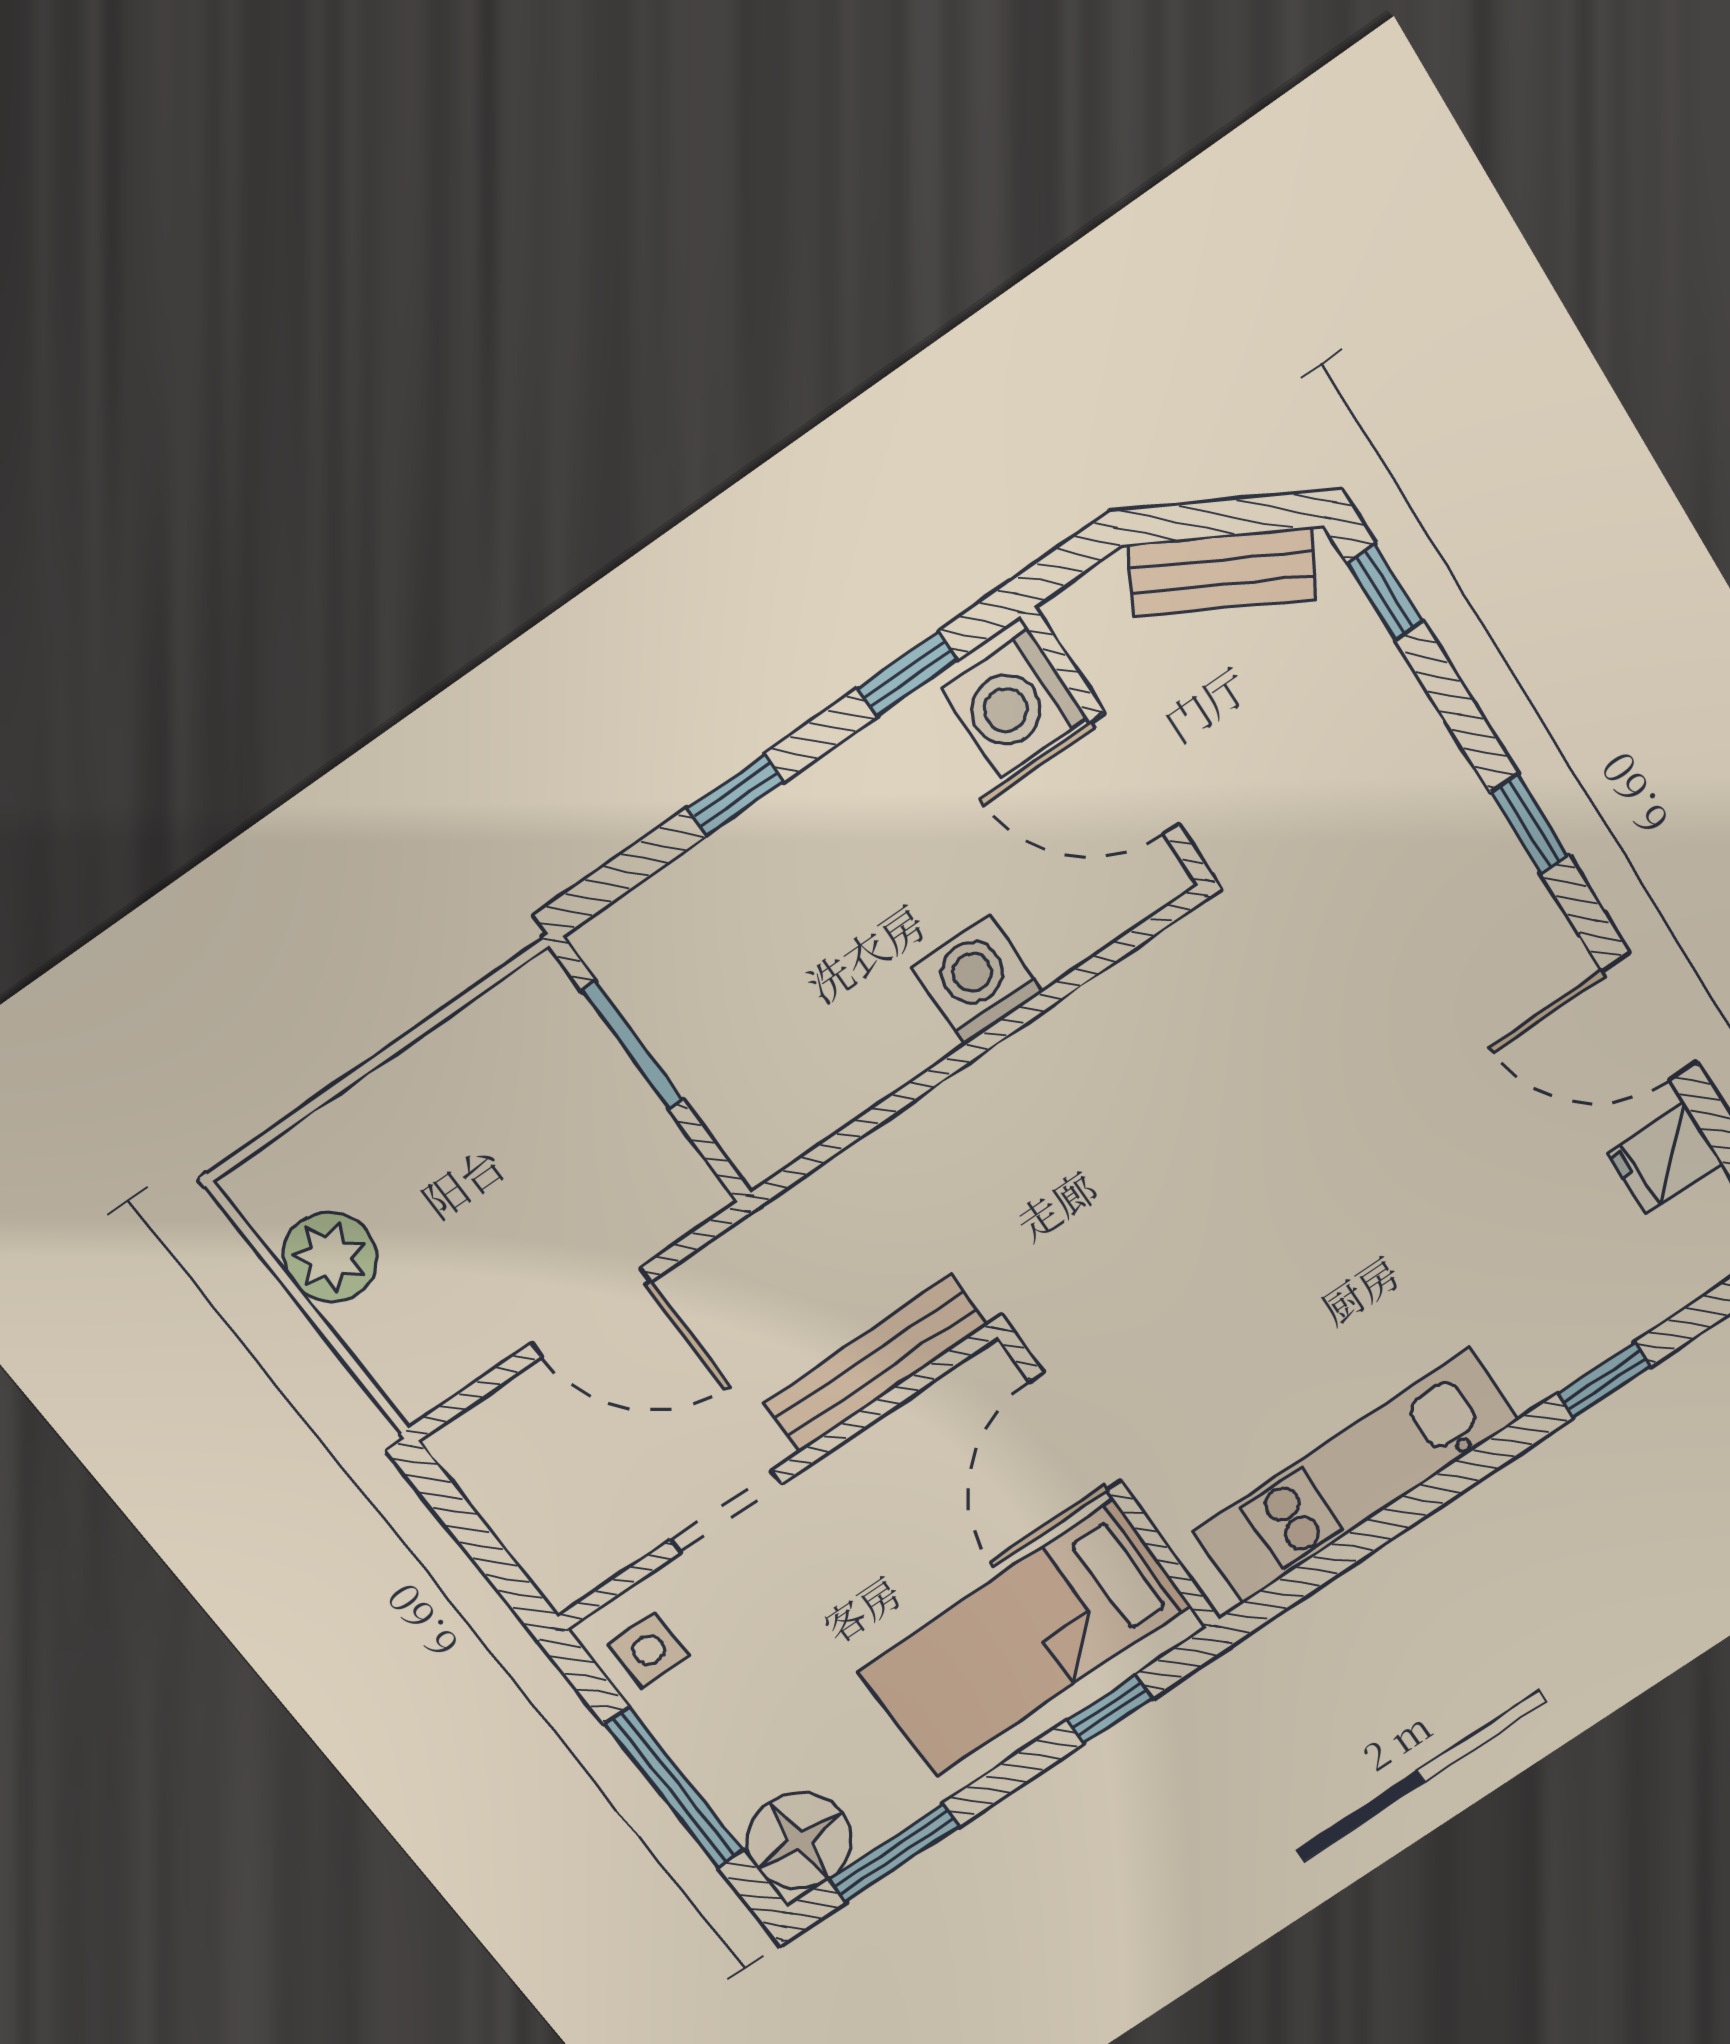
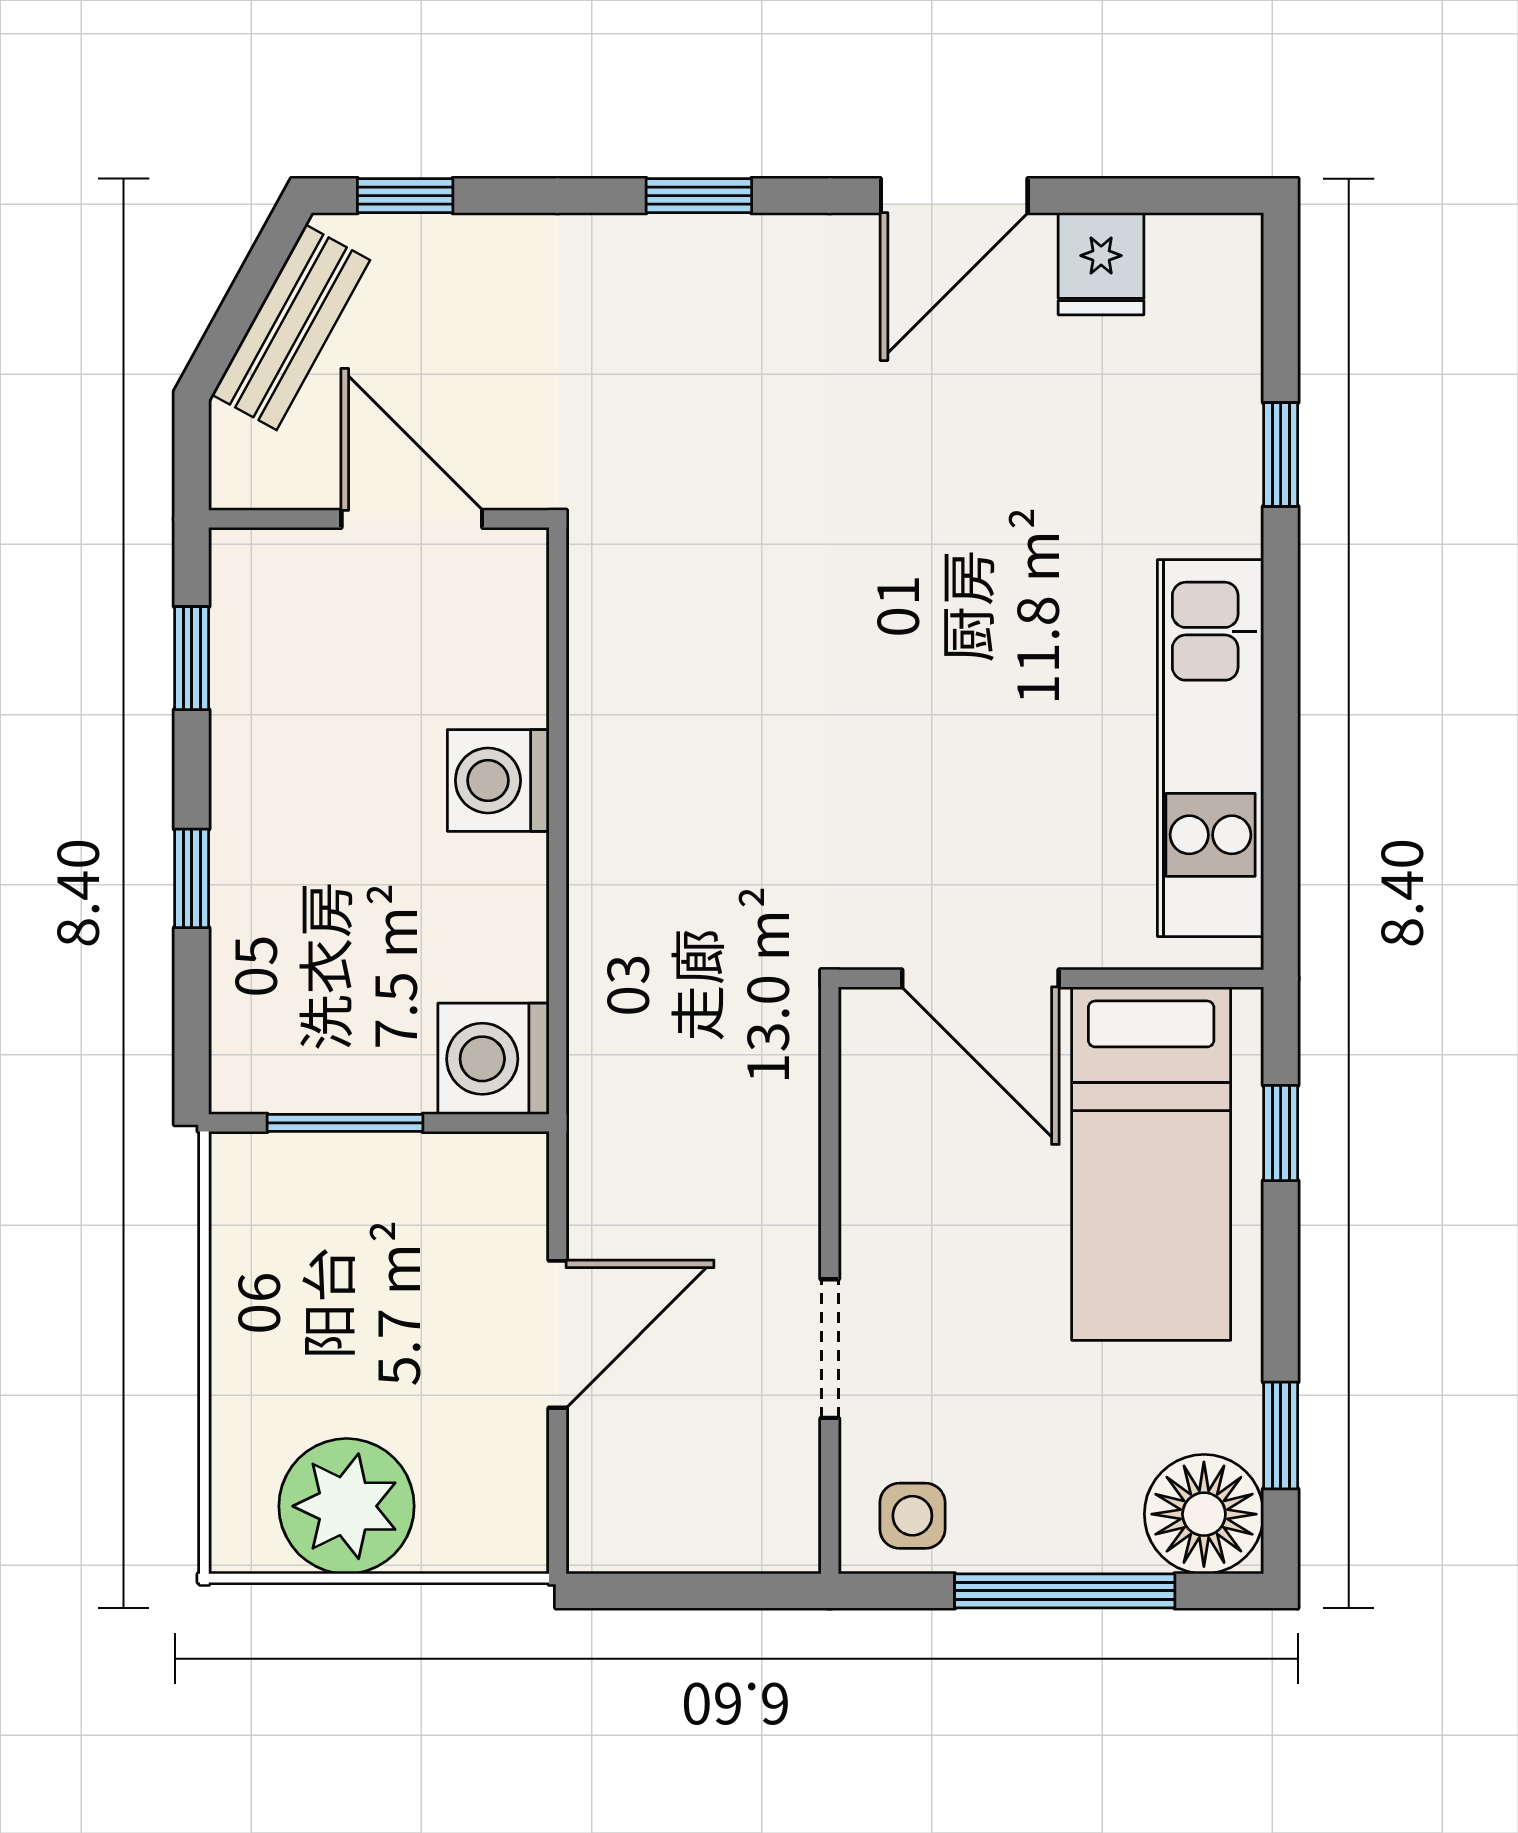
washing machine: (1015, 704) -> (493, 1059), moved, turned 90
door: (1135, 774) -> (412, 519), swing flipped
plant: (330, 1257) -> (347, 1506), width x1.36, depth x1.36
bench: (875, 1364) -> (786, 1115), removed
window: (894, 1853) -> (1281, 1436), width x0.67

